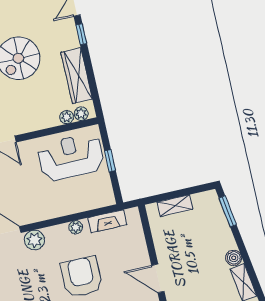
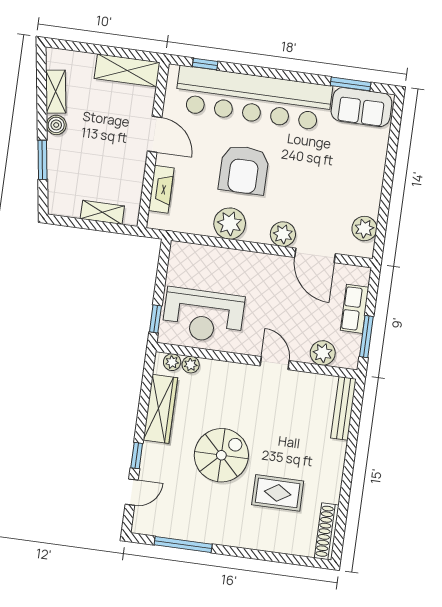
window: (110, 161) -> (155, 319), moved
window: (228, 211) -> (42, 160), moved
fireplace: (107, 221) -> (161, 189), moved, turned 90
plant: (76, 227) -> (230, 224), width x1.87, depth x1.87

